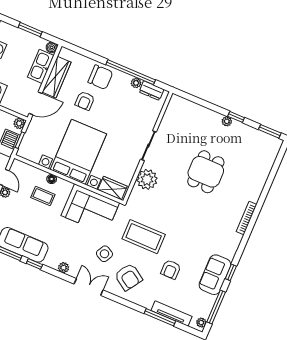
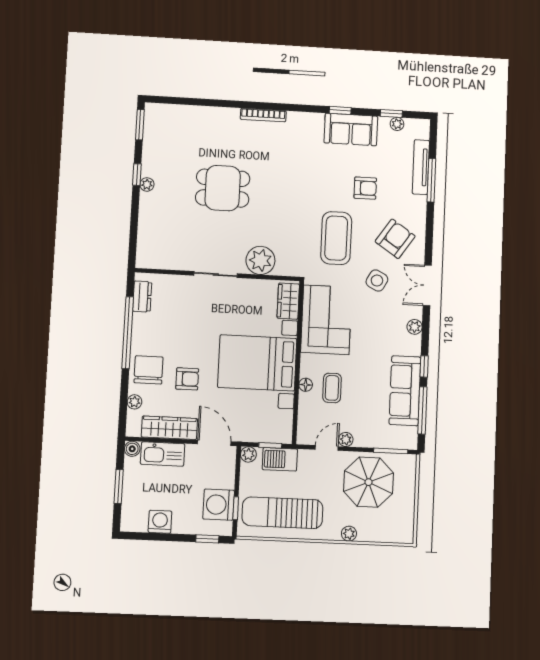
plant: (136, 83) -> (134, 402), moved
window: (216, 307) -> (391, 113), width x0.46
plant: (201, 323) -> (397, 124), moved

